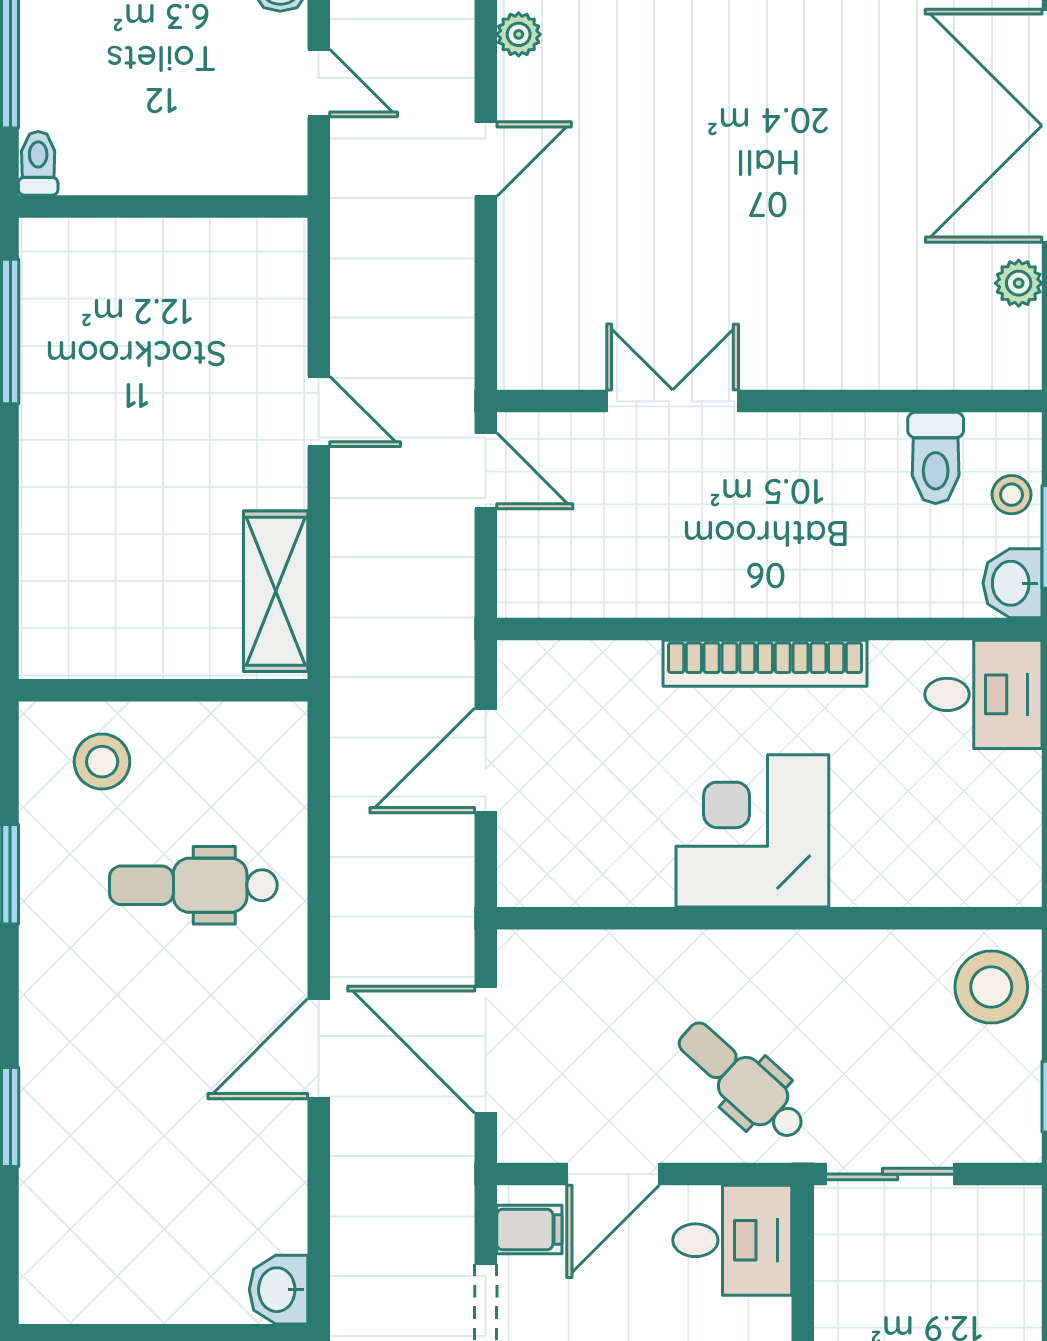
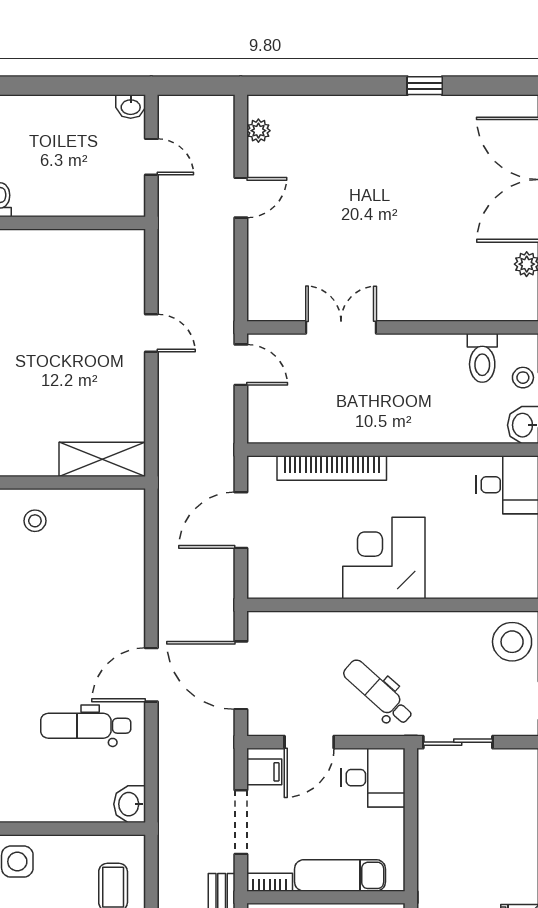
shelving: (276, 591) -> (102, 459), moved, turned 90
bookcase: (765, 663) -> (332, 468), moved
stool: (102, 762) -> (35, 521), width x0.73, depth x0.73
dental chair: (193, 885) -> (86, 726), moved

